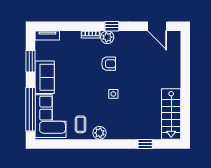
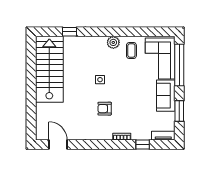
window: (112, 26) -> (143, 145), moved
plant: (107, 37) -> (106, 134), removed
stairs: (171, 114) -> (49, 69), width x1.36, depth x1.51

